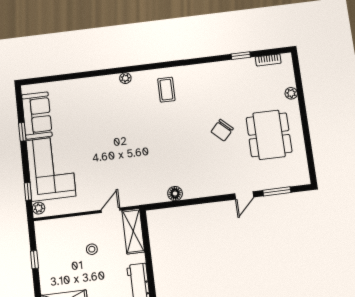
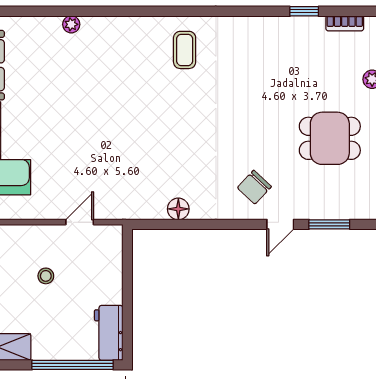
plant: (125, 78) -> (71, 24), moved
chair: (222, 130) -> (254, 187), moved
dining table: (269, 135) -> (330, 138), width x0.73
shelving: (133, 231) -> (110, 257), removed

